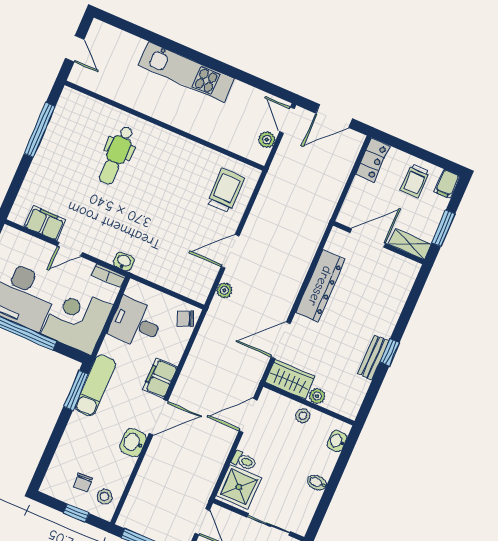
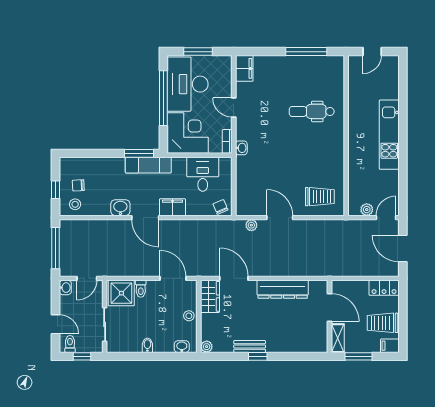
trolley: (415, 181) -> (383, 323), width x1.36, depth x1.39
filing cabinet: (45, 223) -> (244, 68), moved
plant: (317, 396) -> (207, 347), moved

